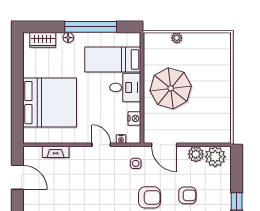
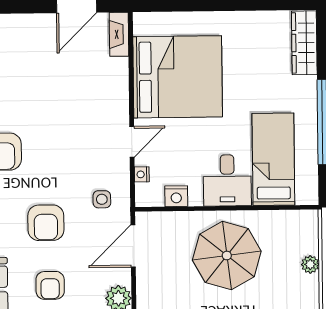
floor lamp: (68, 38) -> (309, 85), removed
wardrobe: (43, 40) -> (304, 43), width x1.50
bed: (50, 103) -> (178, 77), moved, turned -90
fireplace: (56, 152) -> (119, 34), moved

